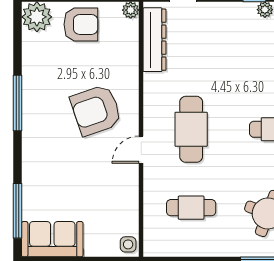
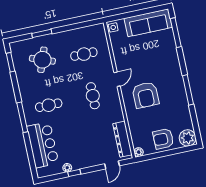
armchair: (96, 110) -> (146, 95), turned 109
cafe table: (191, 129) -> (93, 96), width x0.73, depth x0.74
sofa: (52, 239) -> (148, 23), width x1.36

